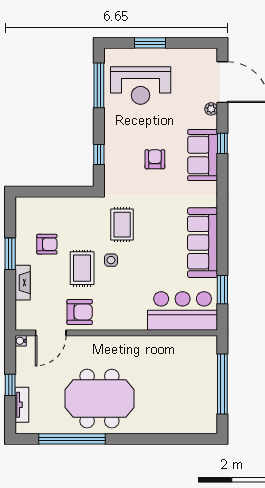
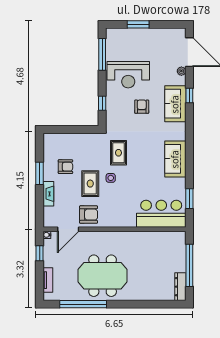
reception desk: (141, 86) -> (128, 75), moved
sofa: (203, 243) -> (175, 159), width x0.73
window: (10, 385) -> (40, 253), moved
dresser: (210, 414) -> (180, 287), added

